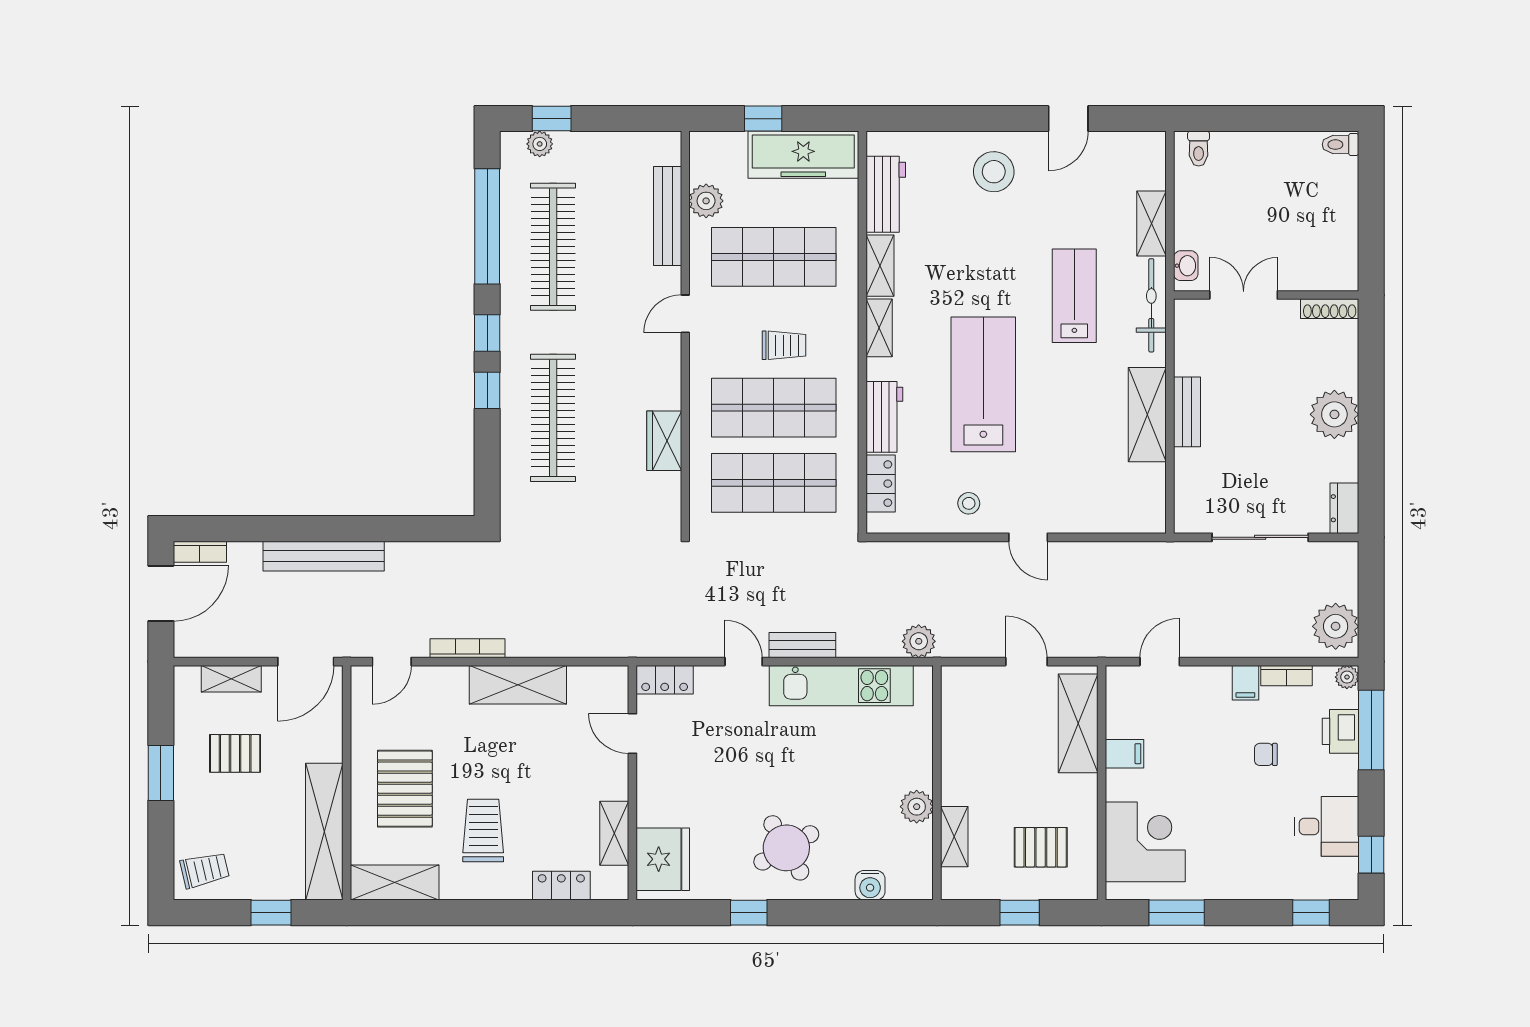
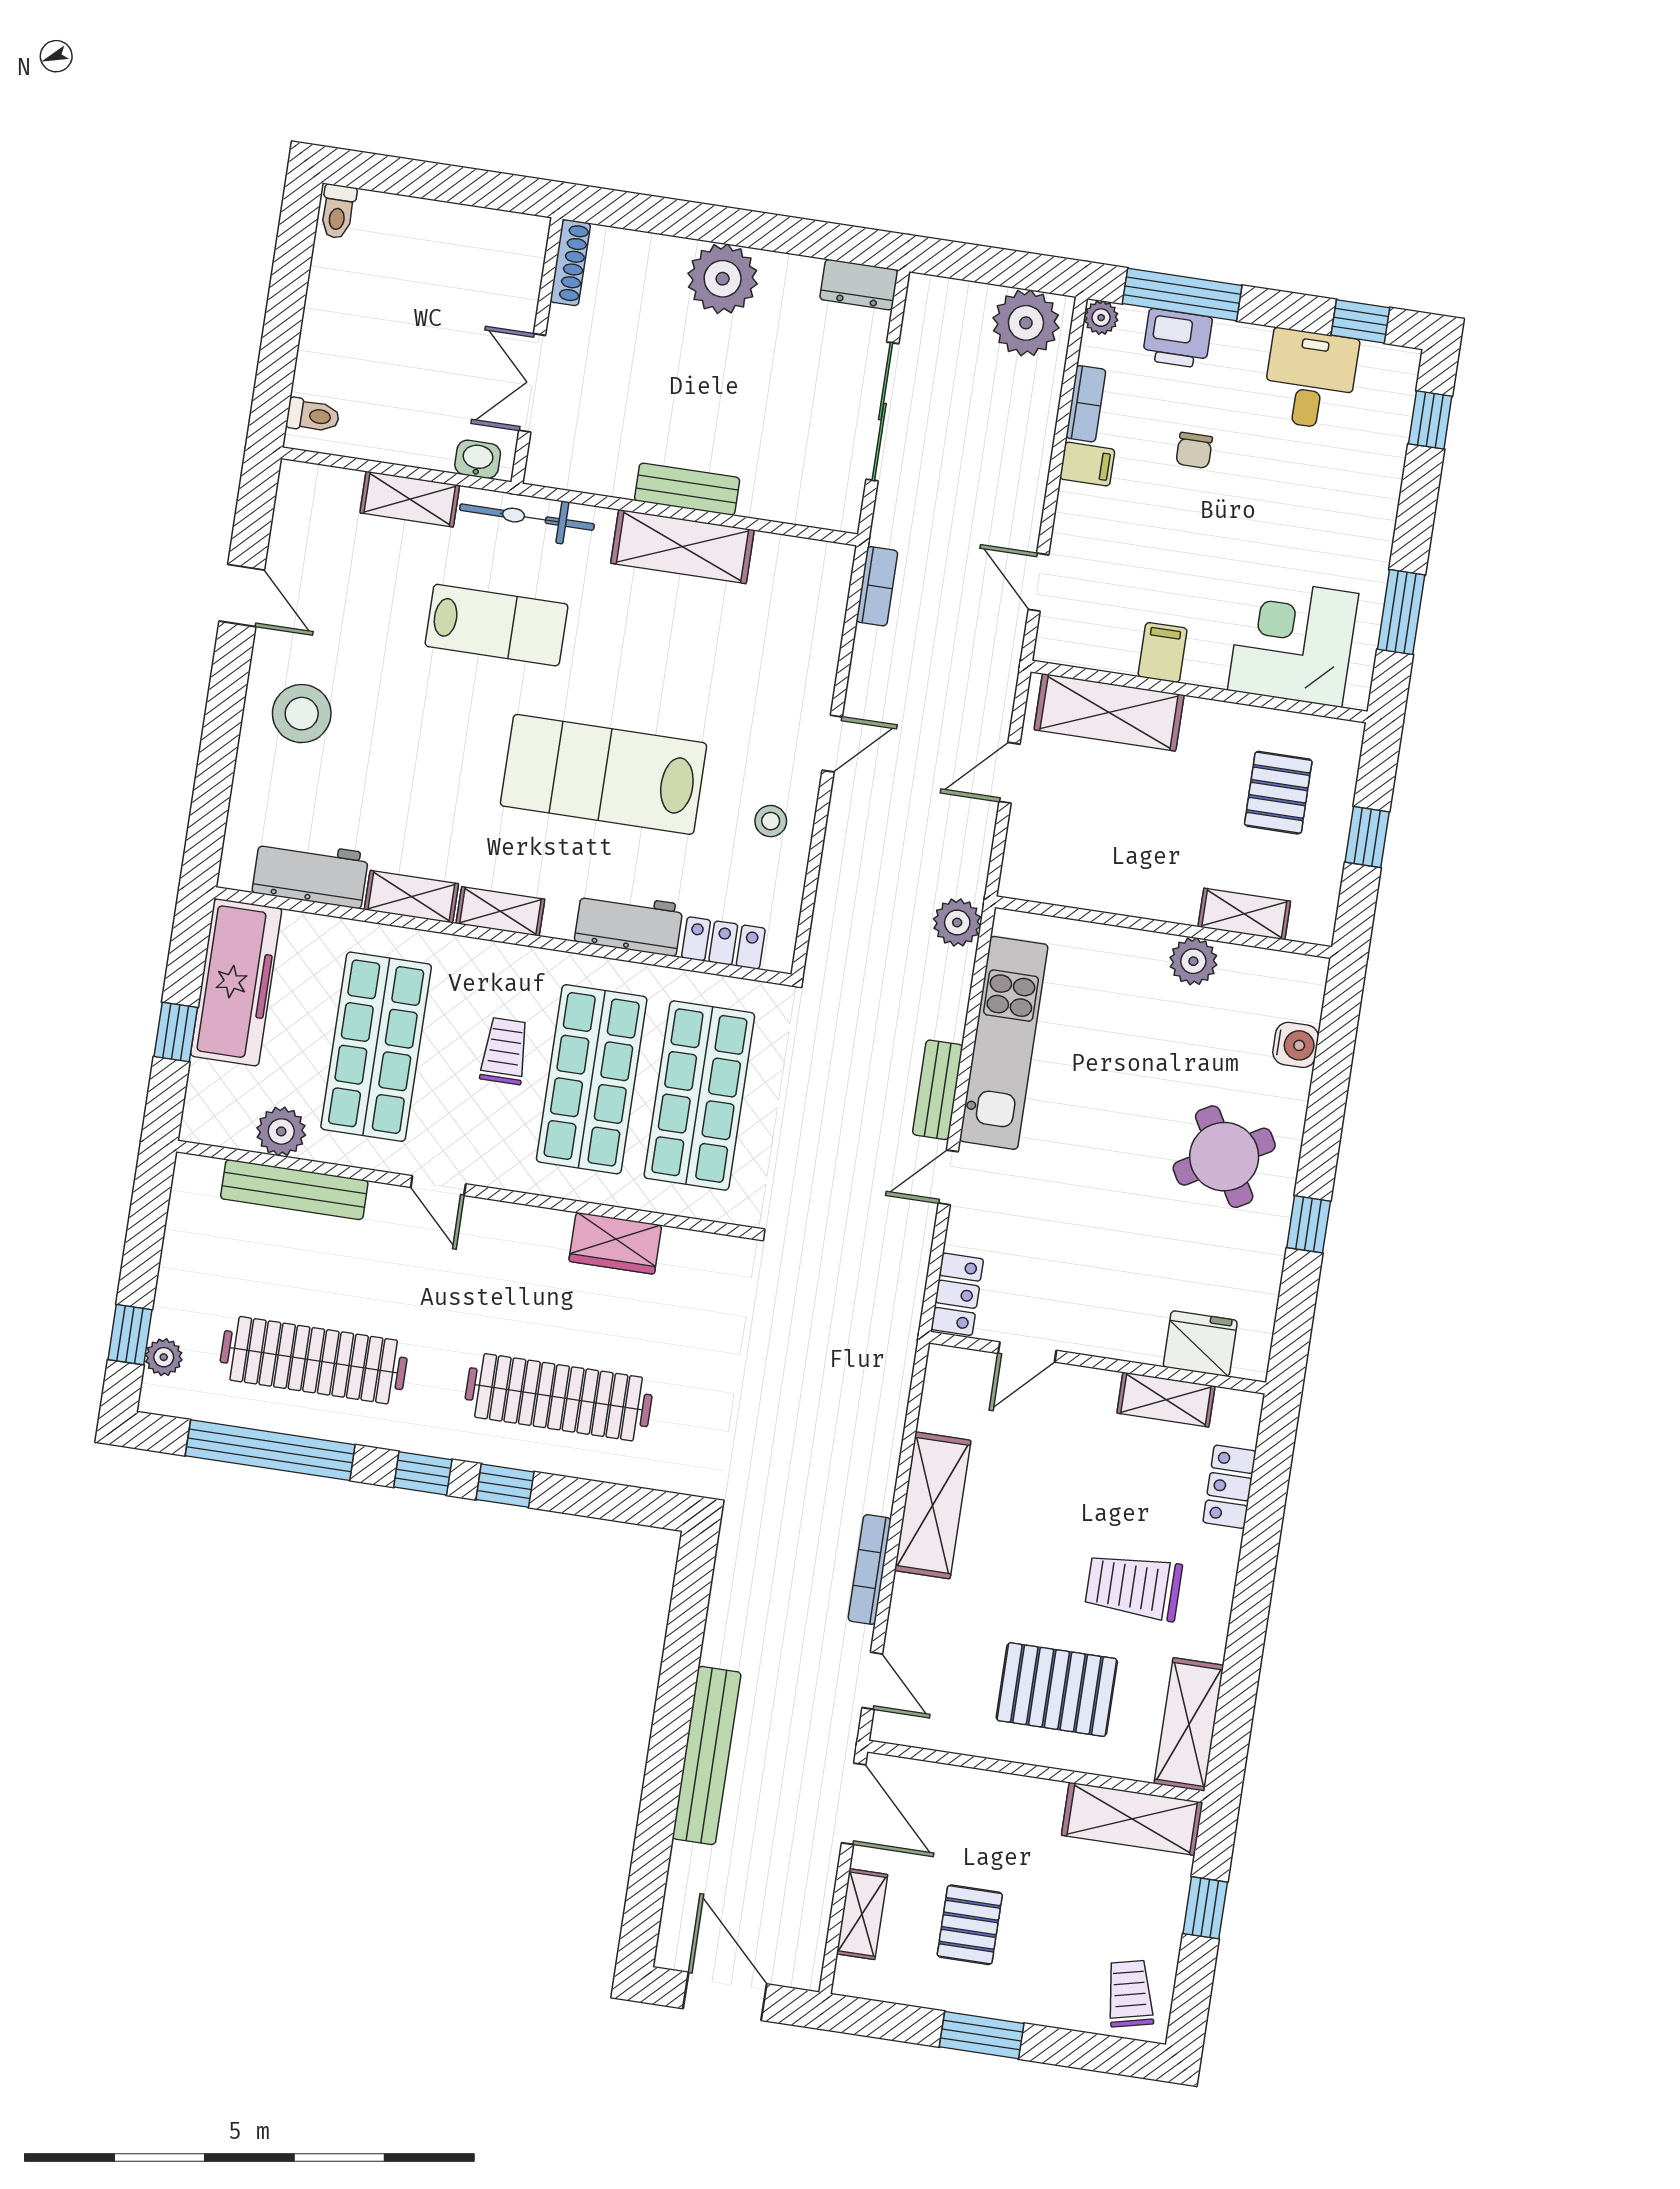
lab bench: (1074, 296) -> (496, 625), turned 180
bookcase: (200, 552) -> (877, 586), moved
shelving: (324, 832) -> (1132, 1819), width x0.68
fridge: (663, 859) -> (1200, 1344), width x0.73, depth x0.75

